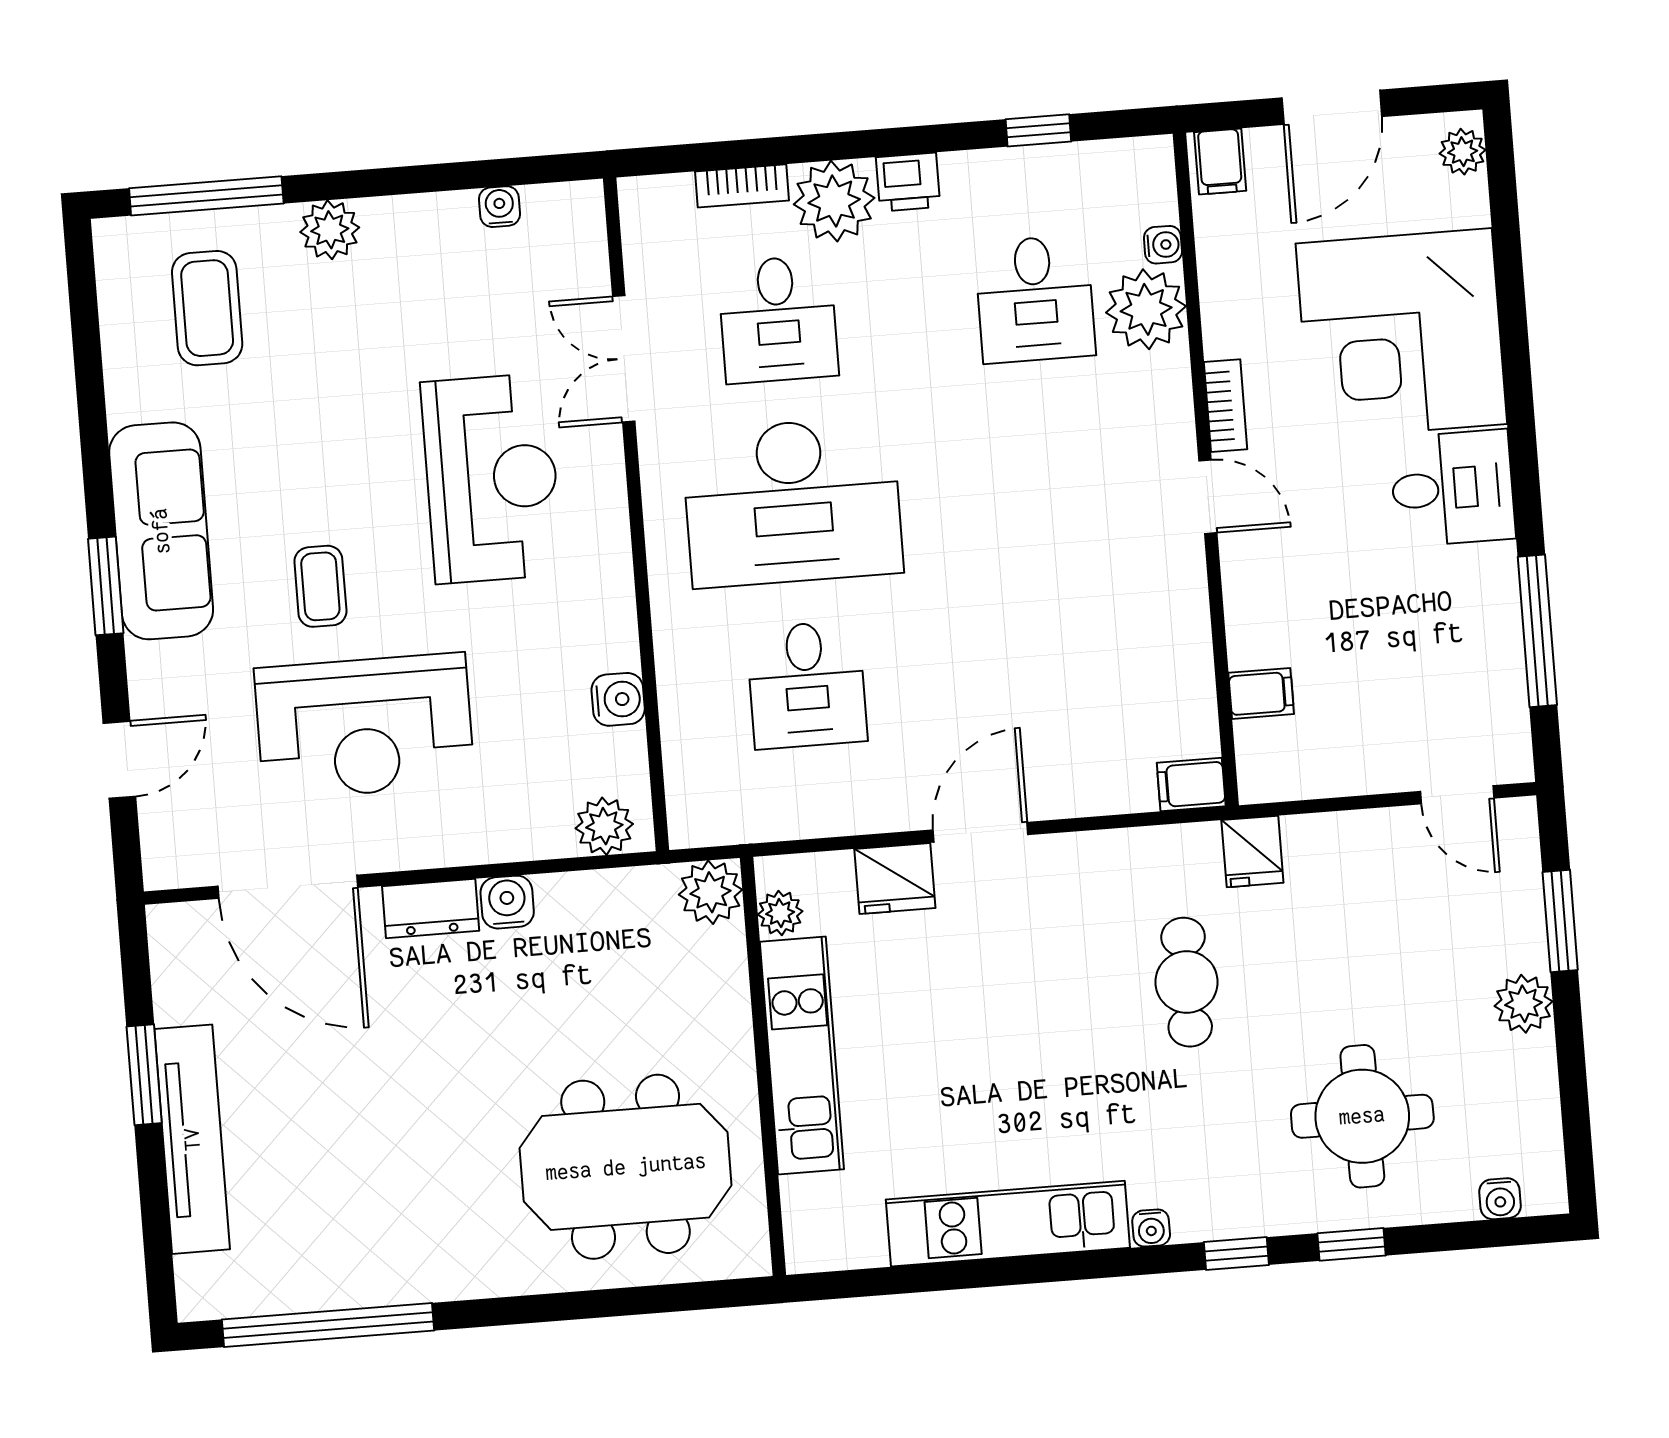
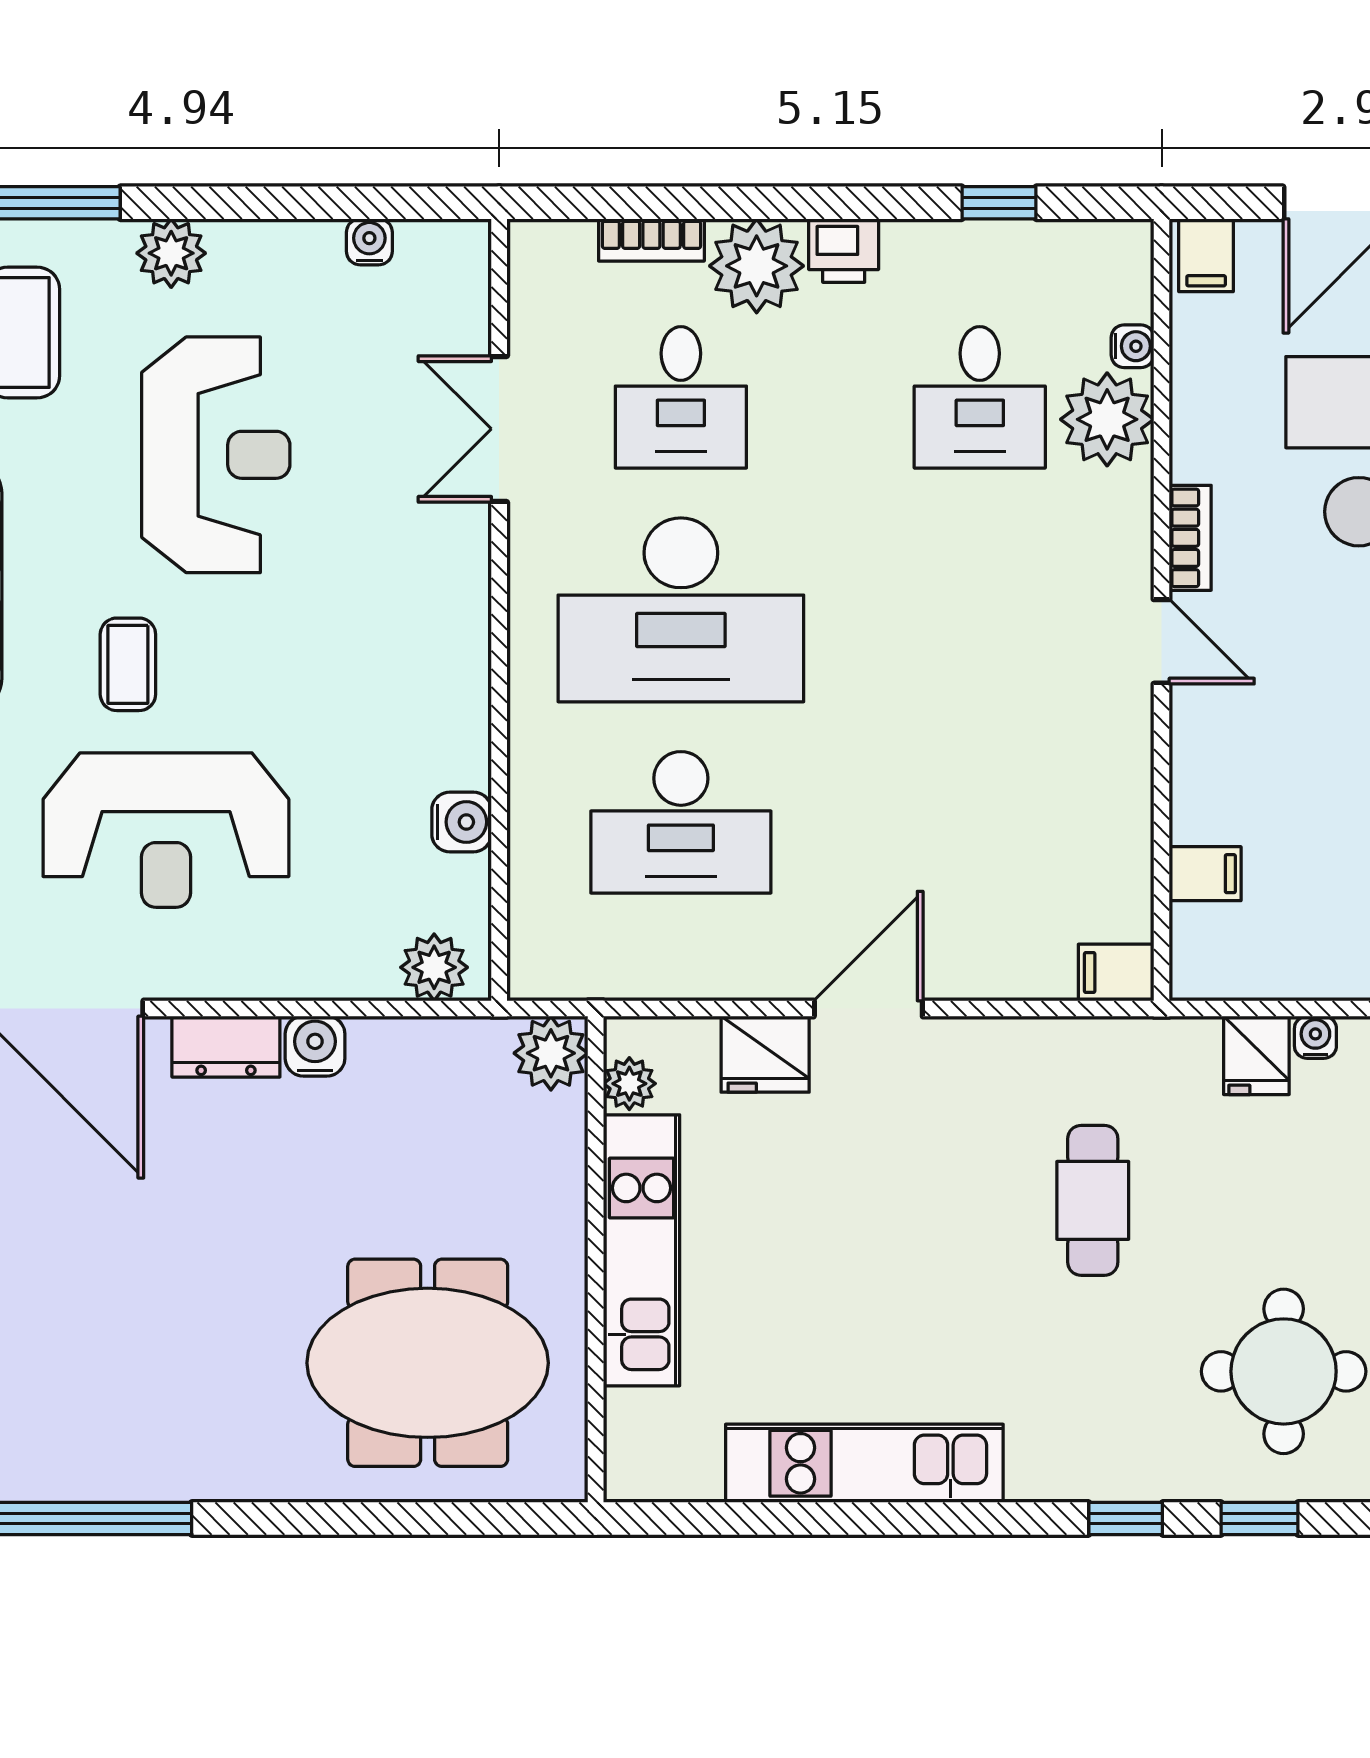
reception desk: (492, 478) -> (216, 455), moved
desk: (807, 685) -> (681, 822), width x1.37
fridge: (1252, 851) -> (1256, 1055), moved
water cooler: (1151, 1228) -> (1315, 1037), moved, turned 180

